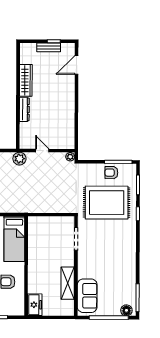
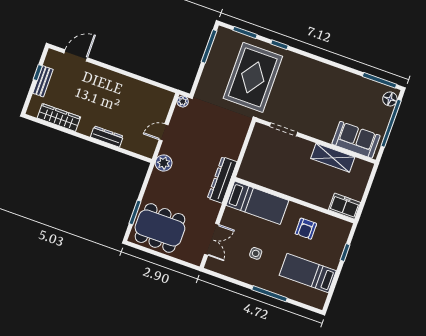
door: (77, 65) -> (76, 55), swing flipped
wardrobe: (26, 80) -> (59, 118), moved
armchair: (111, 173) -> (219, 59), removed
dresser: (22, 207) -> (222, 180), added

